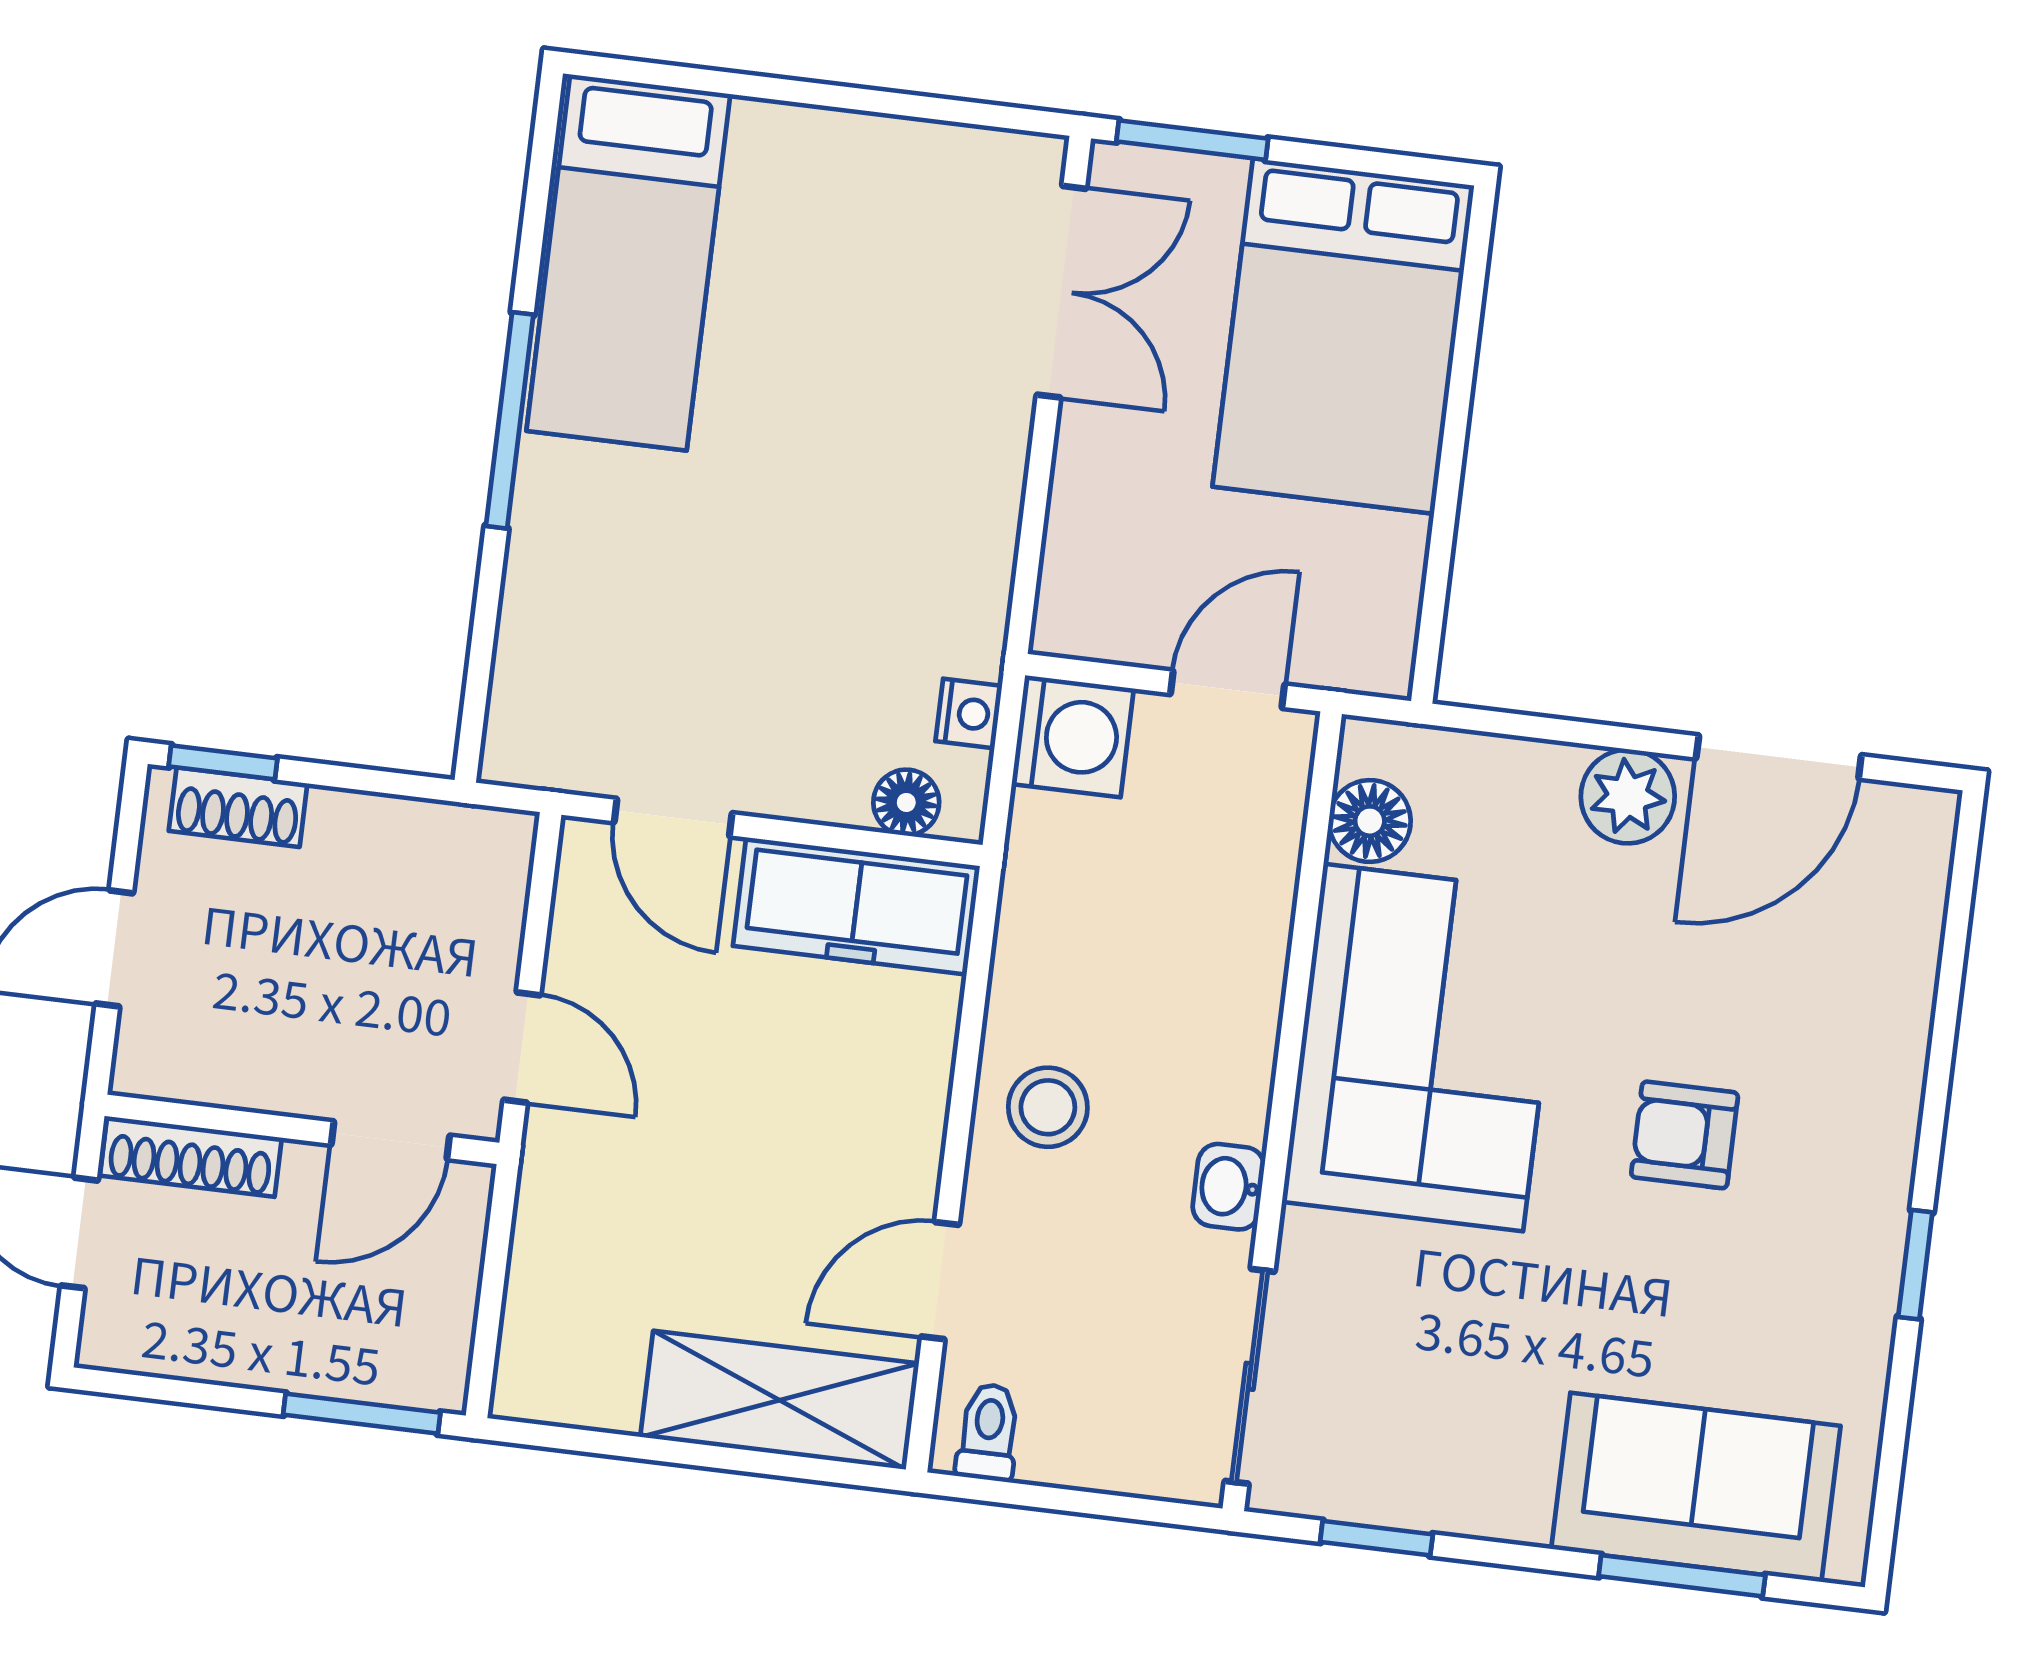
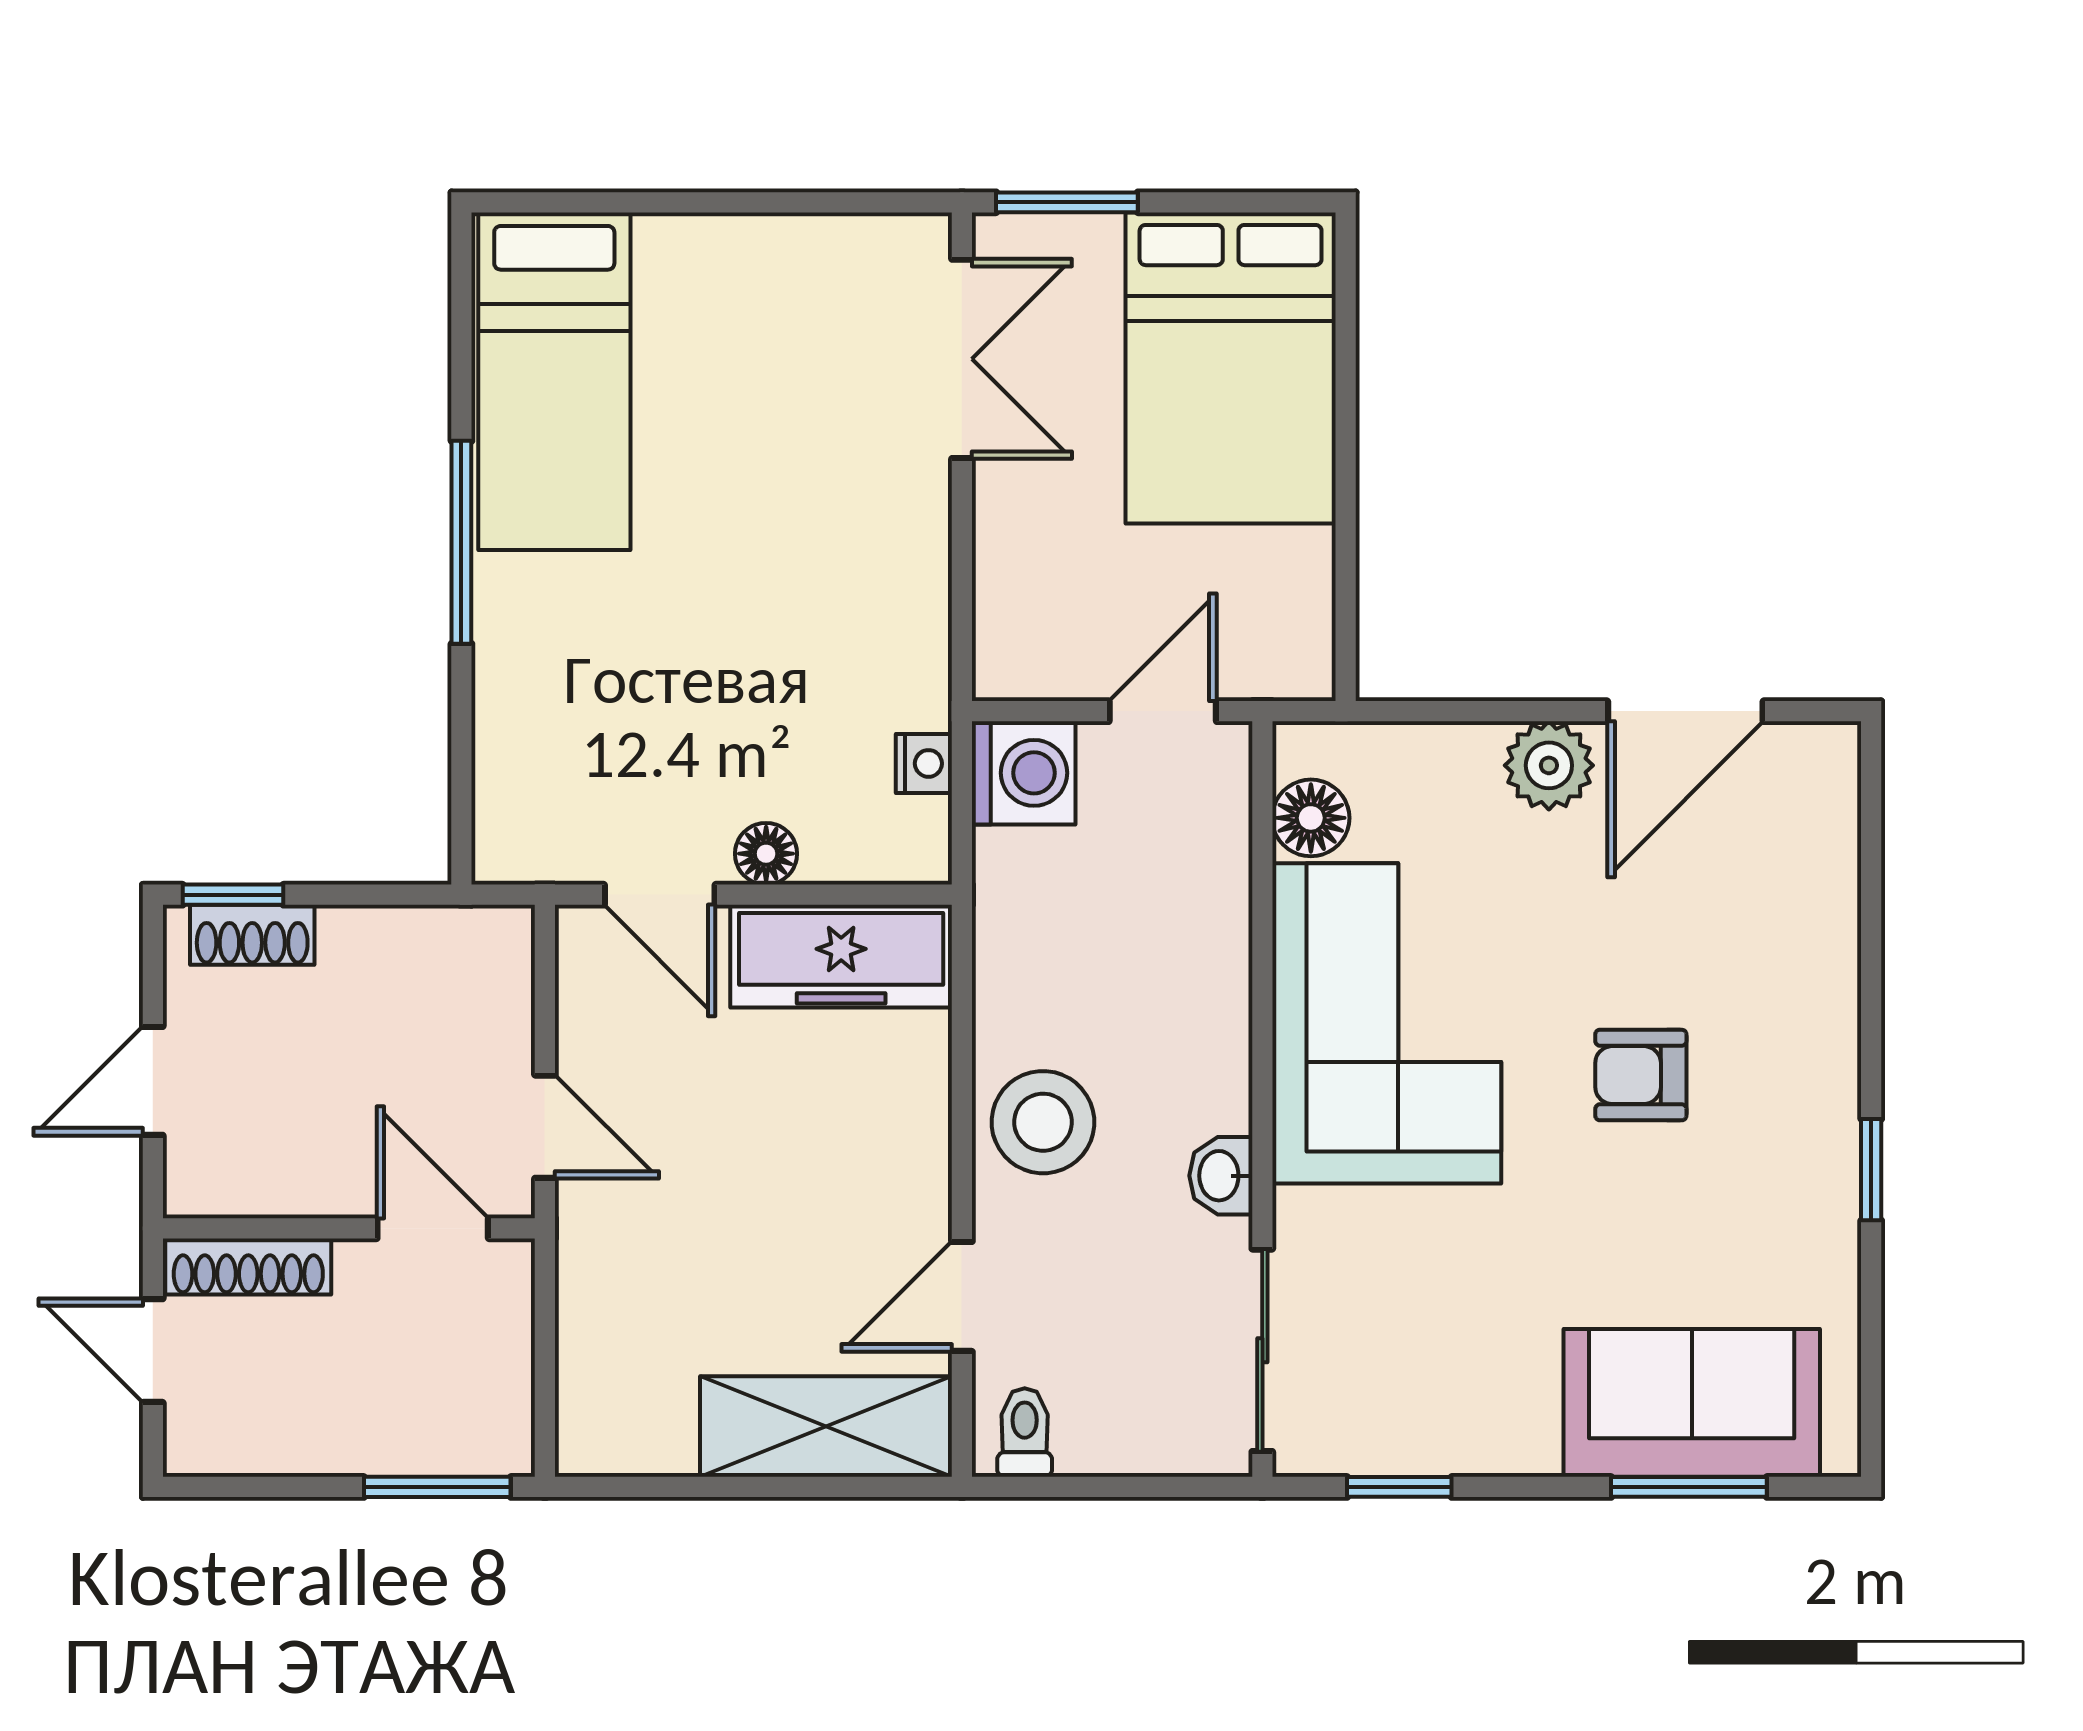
floor lamp: (906, 802) -> (766, 854), moved
stool: (1048, 1107) -> (1043, 1122), width x1.38, depth x1.38
door: (390, 1140) -> (433, 1228), swing flipped

